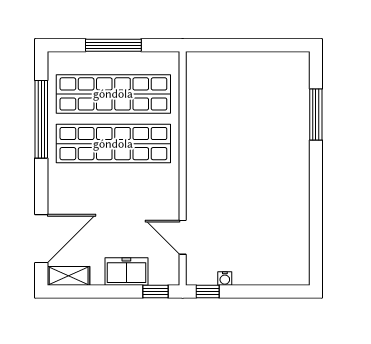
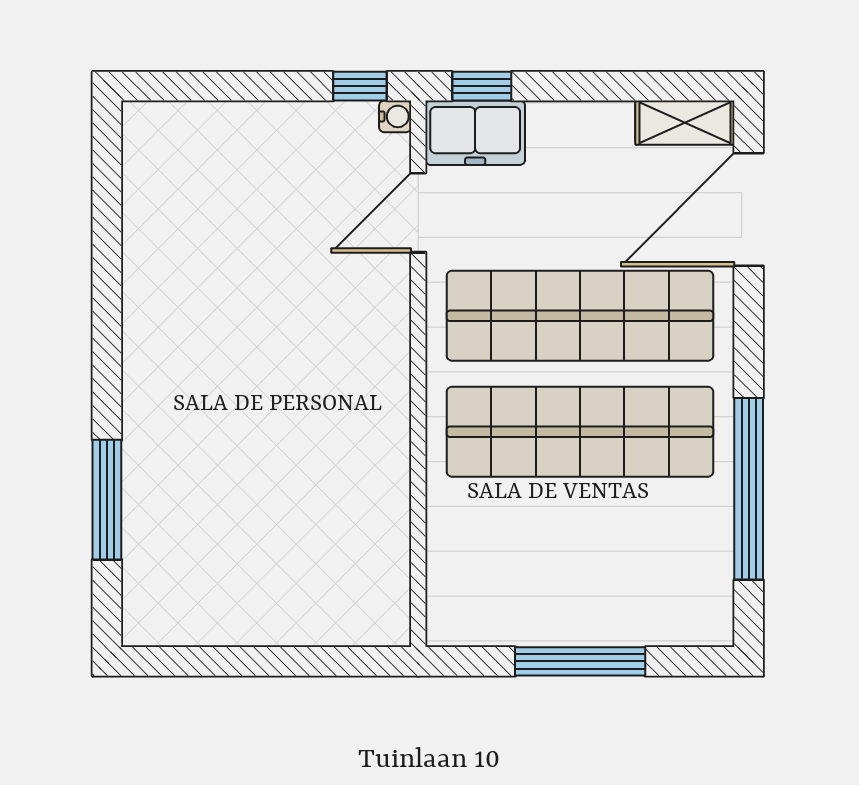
shop shelf: (113, 94) -> (580, 316), moved
door: (183, 237) -> (418, 213), swing flipped
freezer: (126, 272) -> (475, 133), moved
water cooler: (225, 279) -> (395, 116), moved, turned 90

